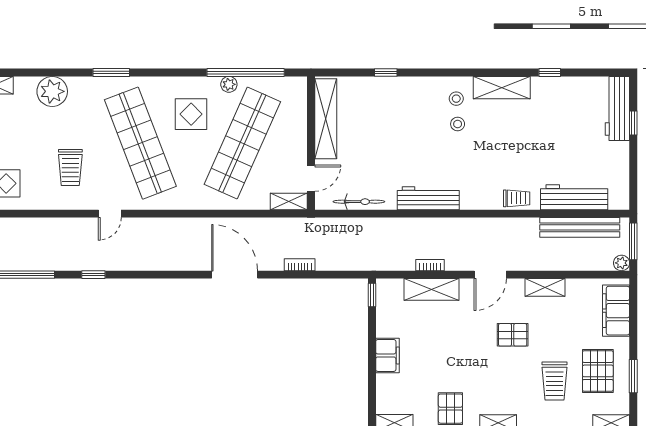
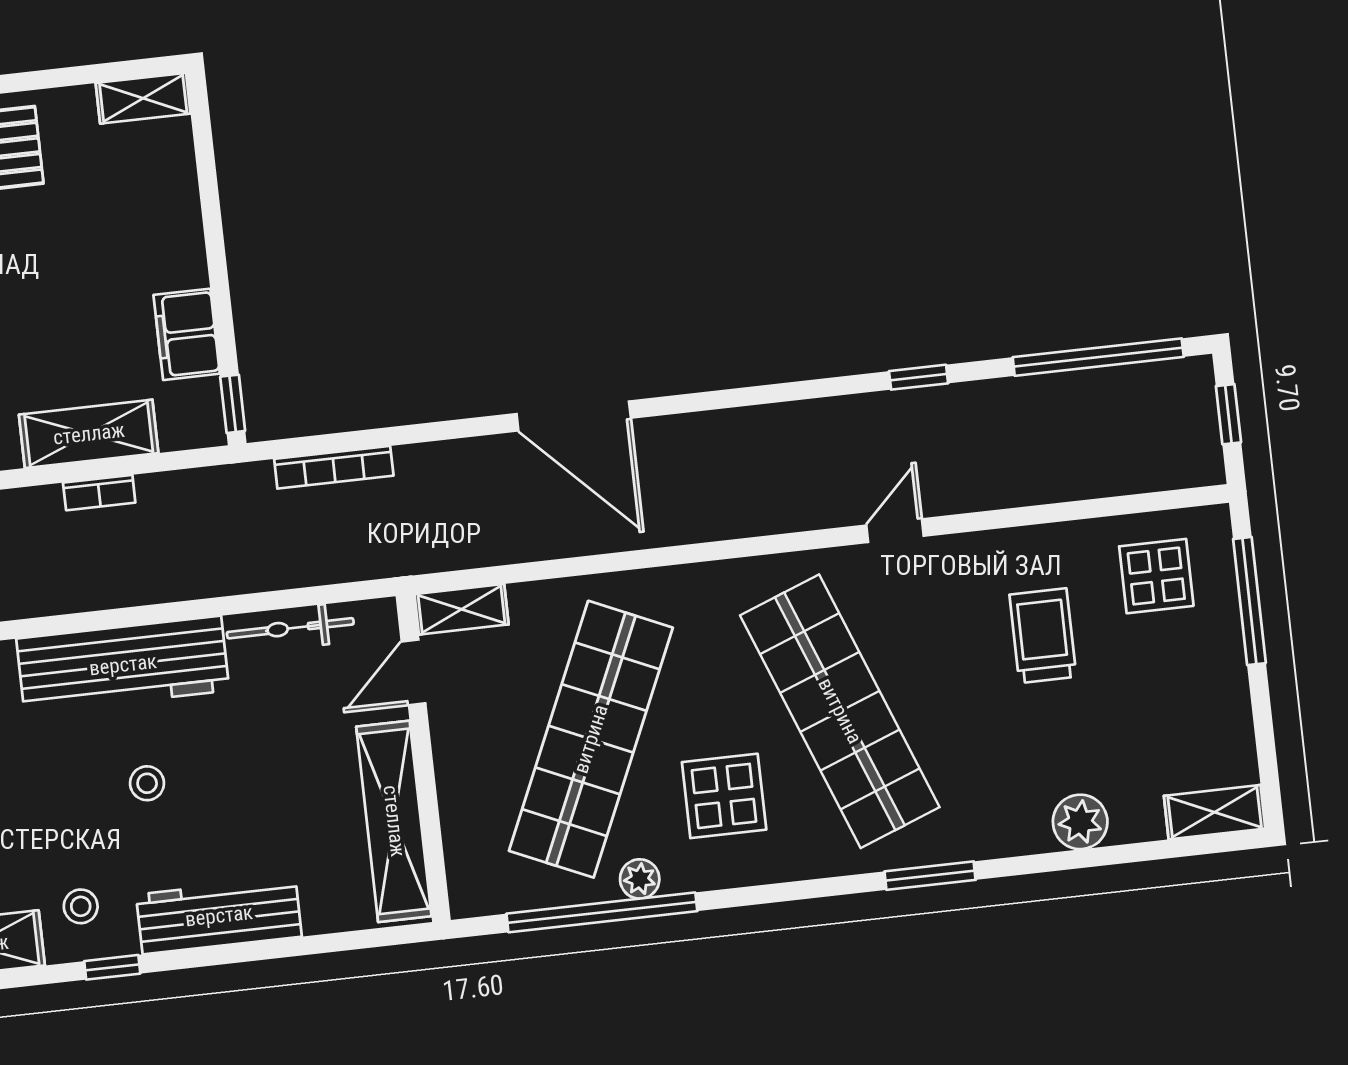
window: (386, 73) -> (112, 967), moved
workbench: (401, 89) -> (219, 916), added
plant: (52, 91) -> (1080, 822), width x0.73, depth x0.73
stool: (458, 124) -> (147, 783), moved
trolley: (70, 167) -> (1043, 636), moved
workbench: (428, 198) -> (123, 665), width x1.36, depth x1.32
bookcase: (300, 265) -> (334, 467), moved, width x1.56
filing cabinet: (387, 355) -> (187, 334), moved

